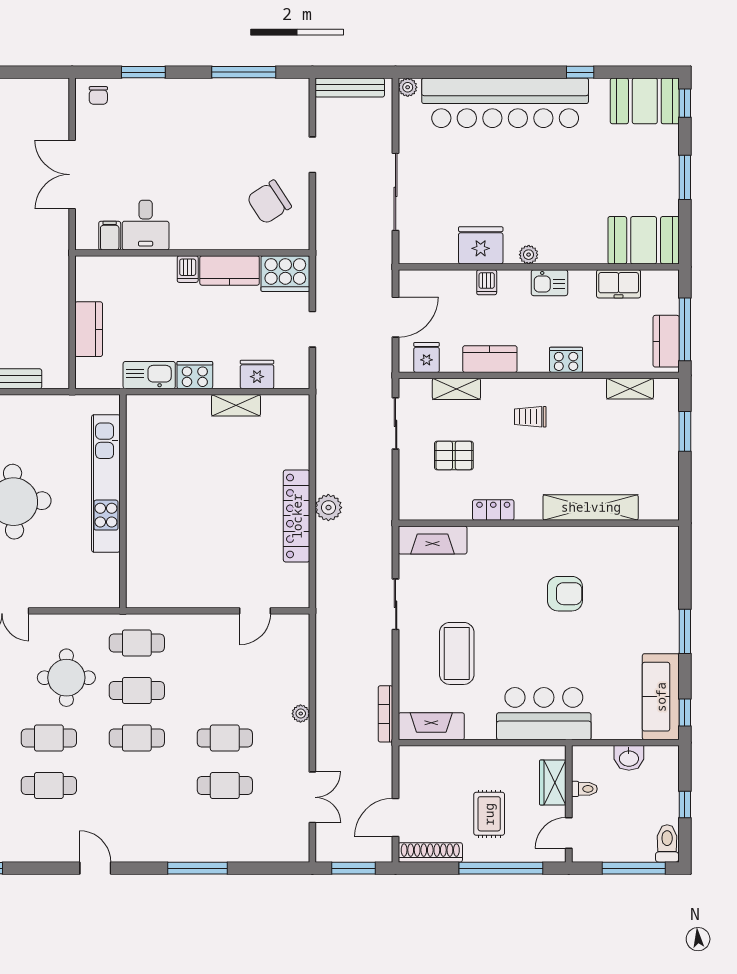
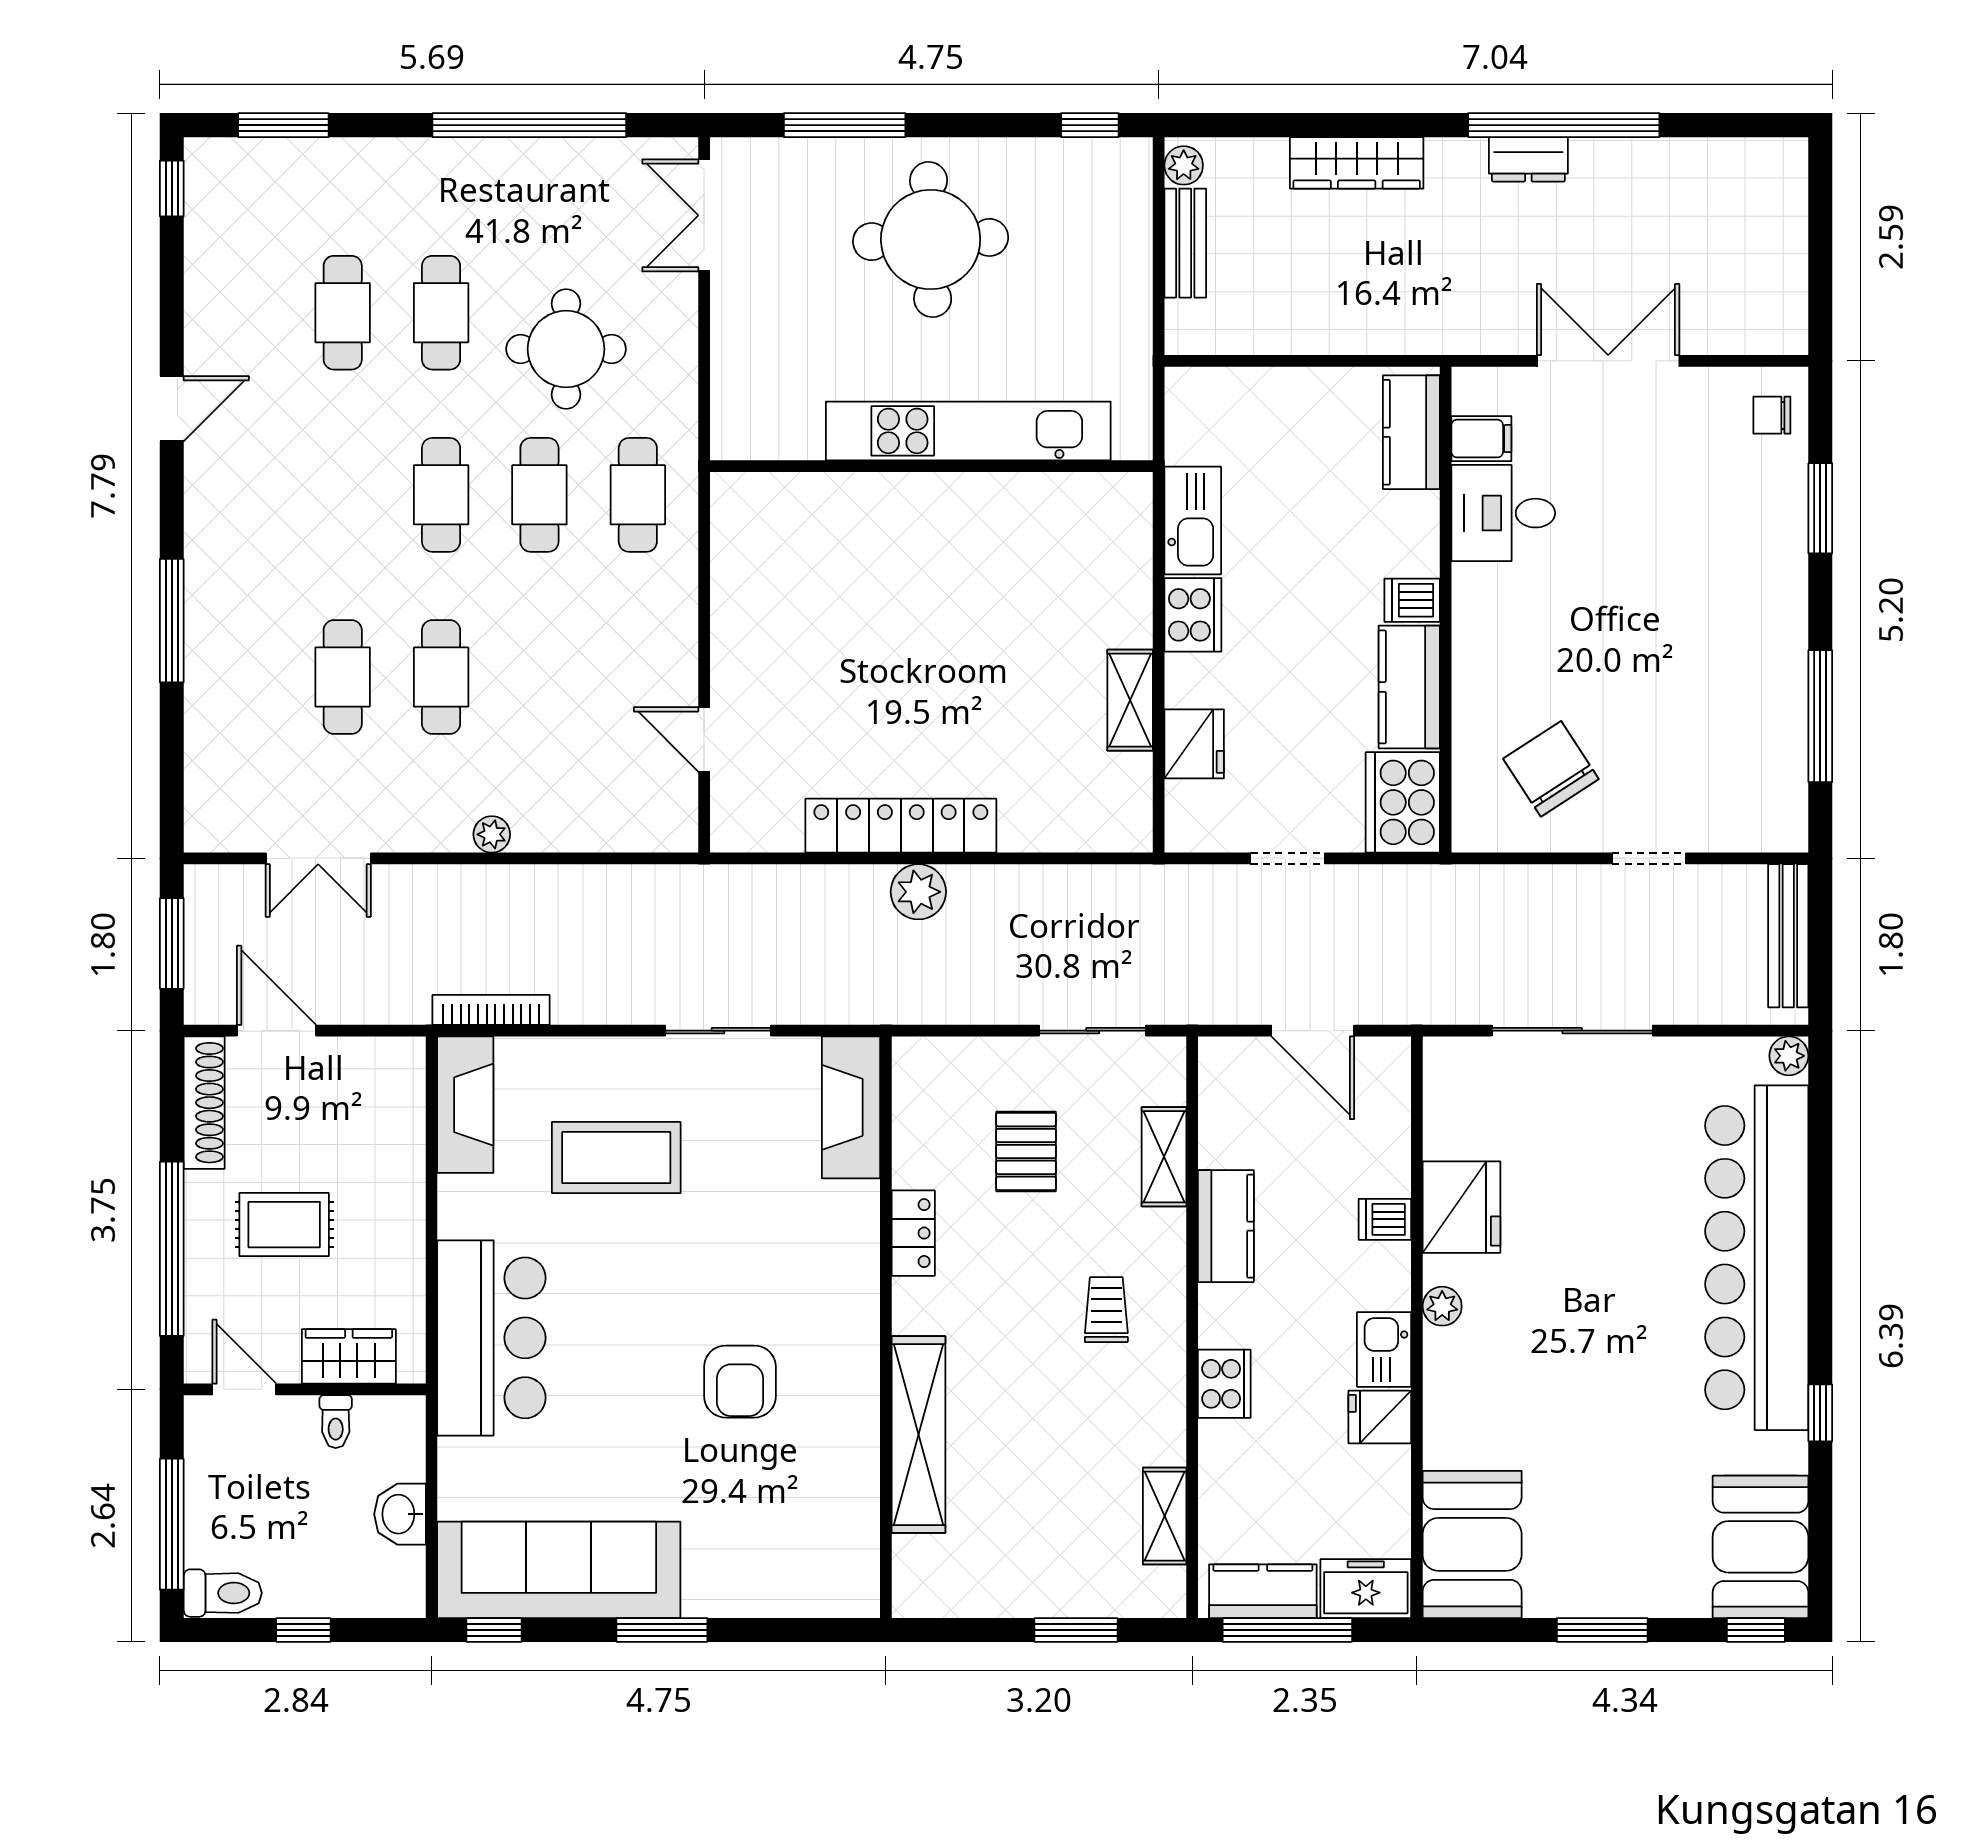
freezer: (619, 284) -> (1366, 1589), moved, turned 90
kitchen counter: (89, 329) -> (1411, 432), moved, turned 90
fridge: (427, 357) -> (1380, 1417), moved, turned 180
sofa: (661, 697) -> (559, 1570), width x1.36, depth x1.27

